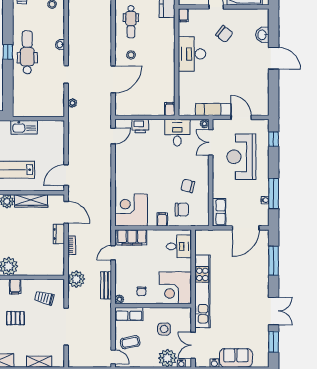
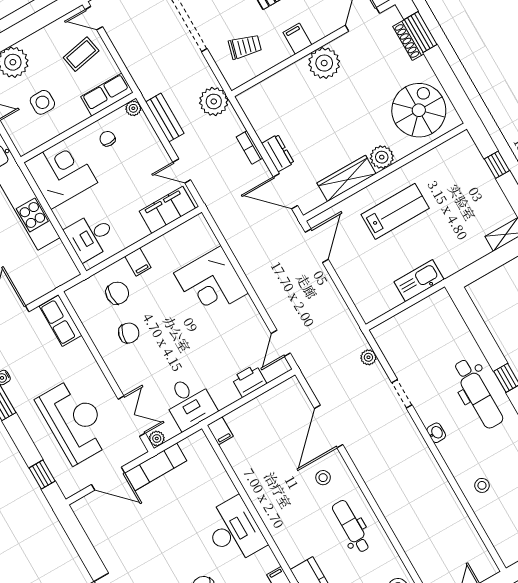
corner desk: (131, 210) -> (211, 283), moved, turned 90
chair: (182, 210) -> (117, 293), turned 180
door: (113, 253) -> (182, 171), swing flipped

